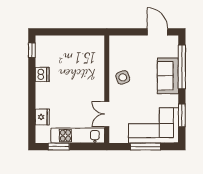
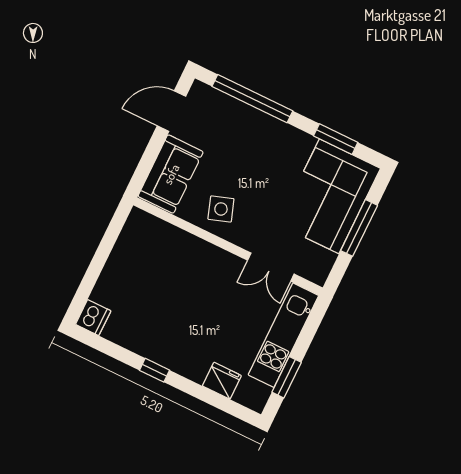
window: (32, 50) -> (154, 370), moved
dishwasher: (42, 75) -> (93, 318), moved, turned 90
sofa: (168, 76) -> (171, 174), moved, turned -90

